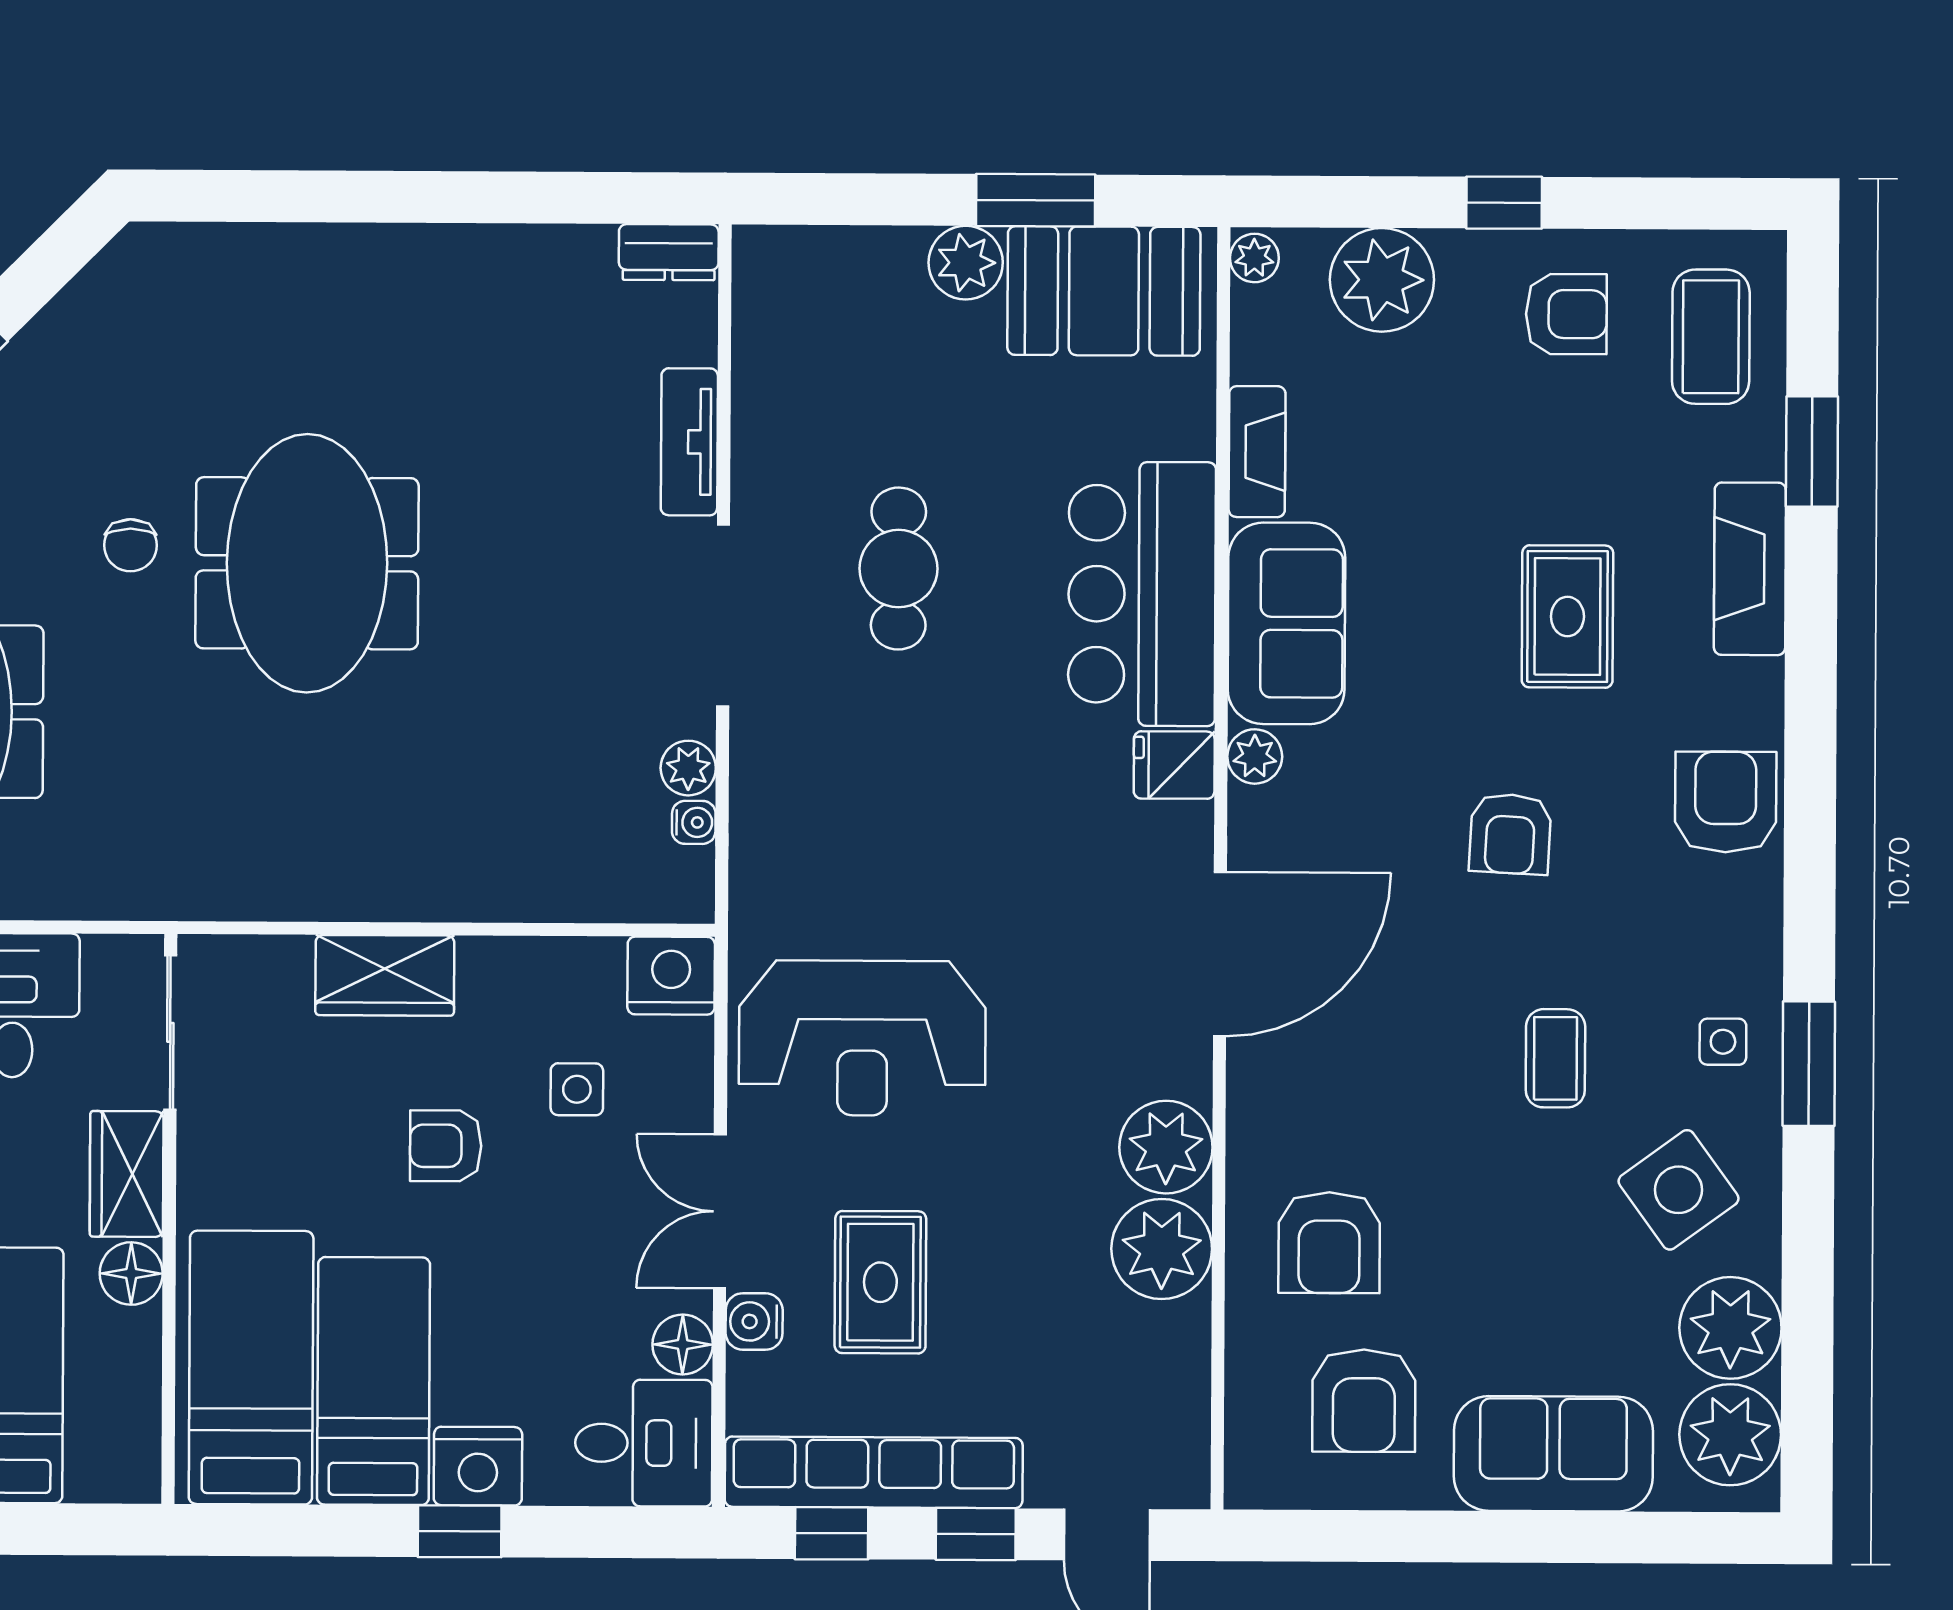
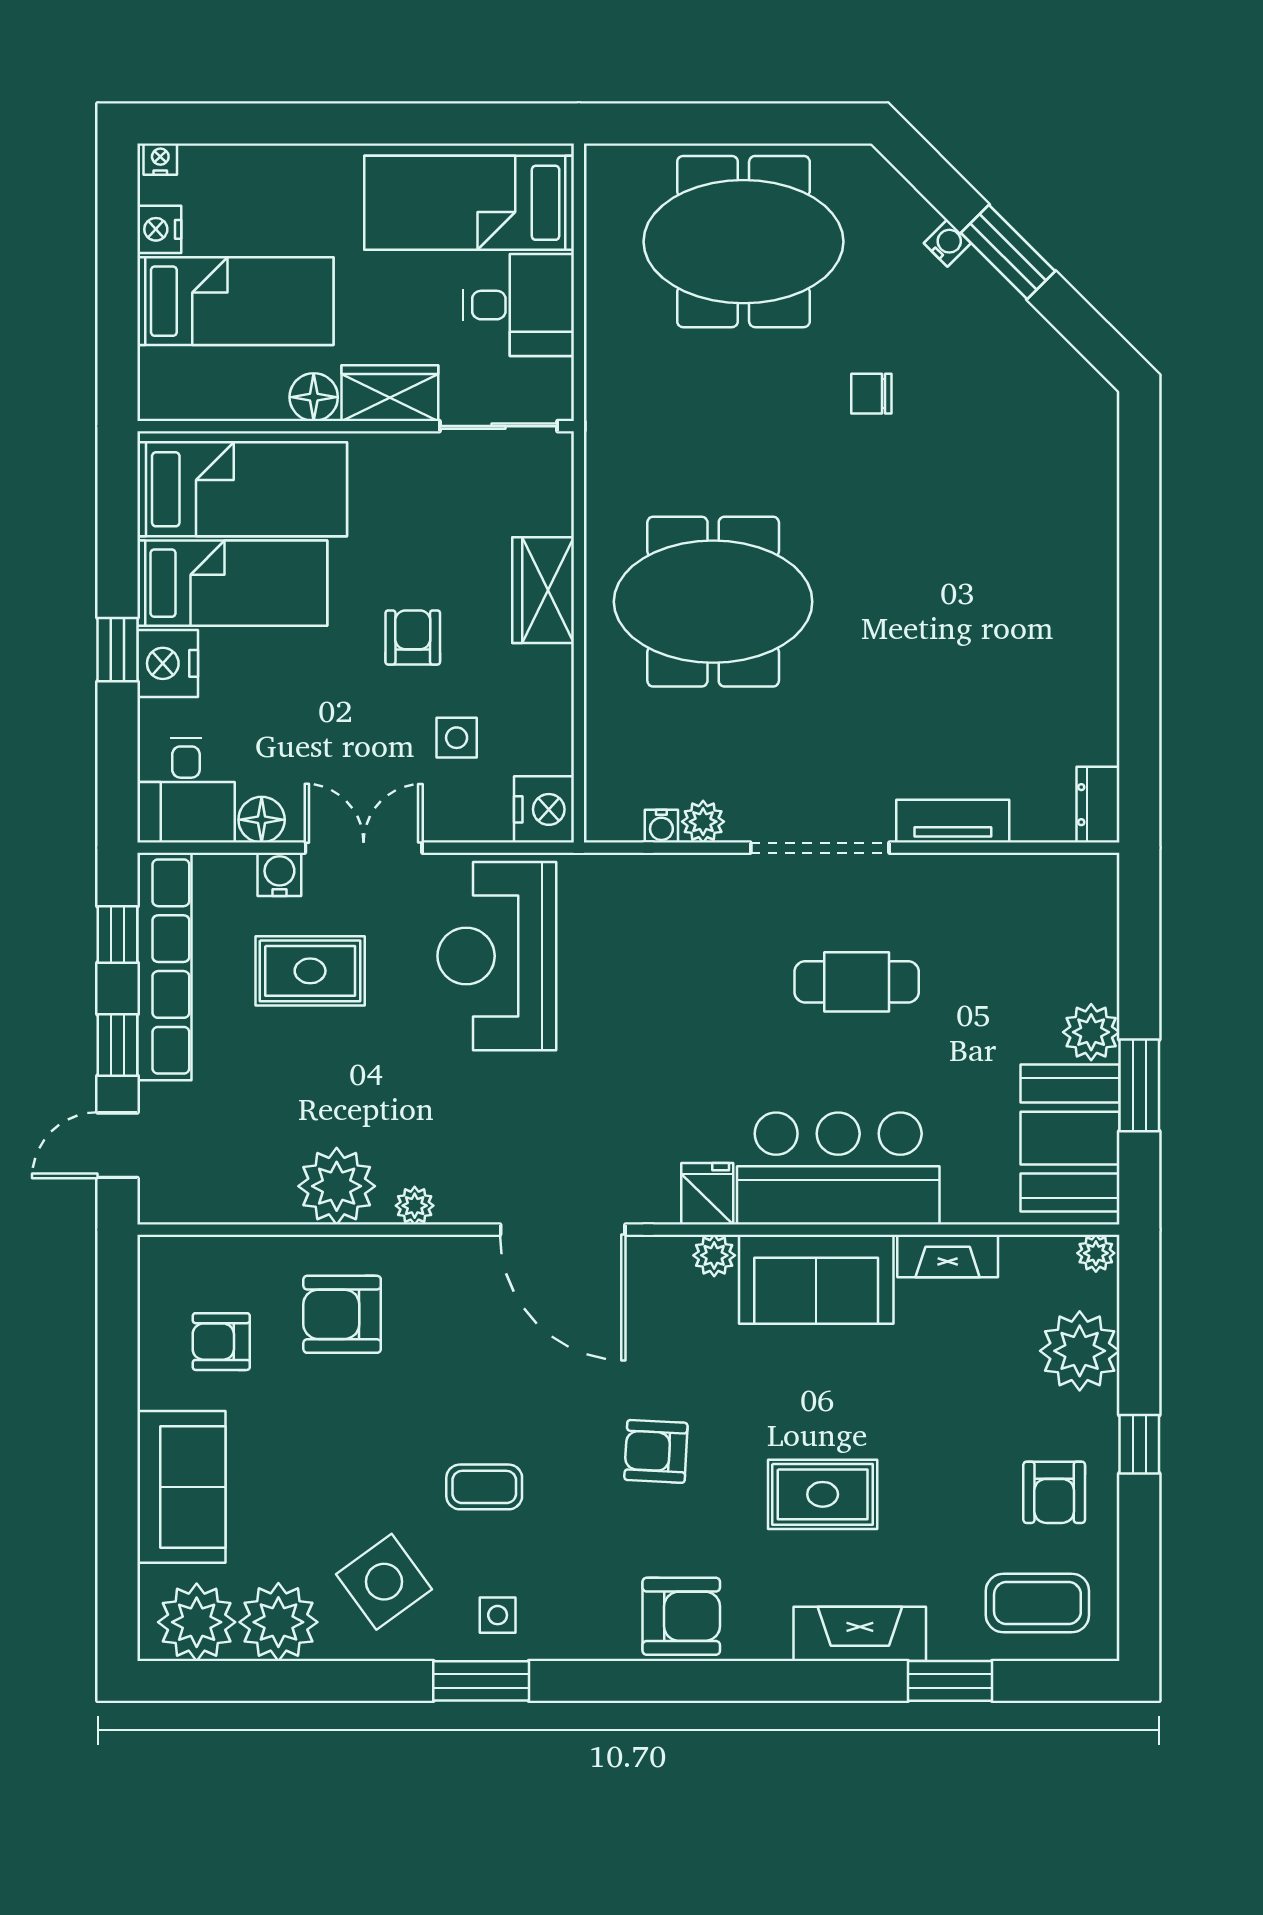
meeting table: (307, 563) -> (713, 602), moved
plant: (1166, 1147) -> (415, 1206), width x0.53, depth x0.53
armchair: (1364, 1401) -> (221, 1342), width x0.72, depth x0.72

